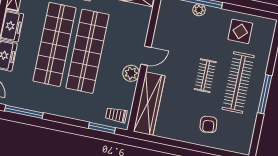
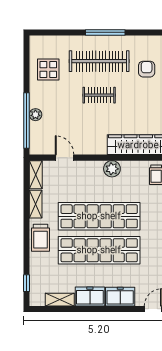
door: (146, 56) -> (65, 158), moved
armchair: (208, 124) -> (147, 69), moved, turned -83

